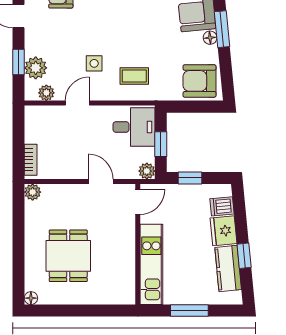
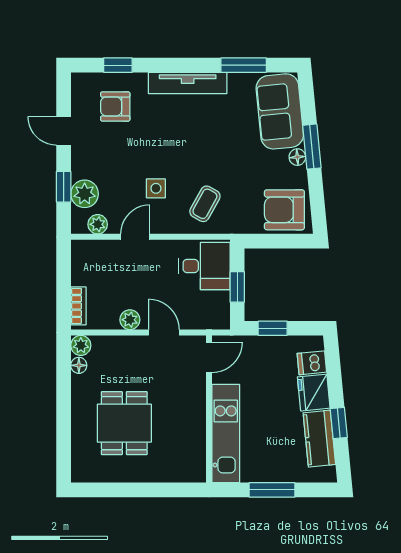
coffee table: (134, 76) -> (205, 204), turned -61
plant: (147, 171) -> (130, 320), moved
floor lamp: (31, 298) -> (79, 365), moved

